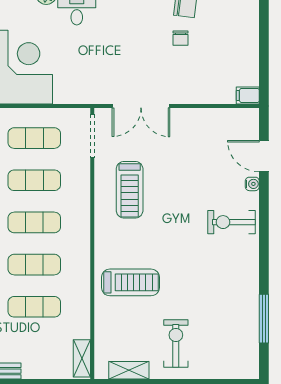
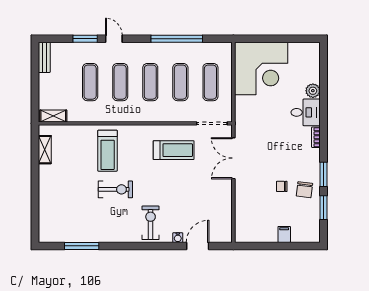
filing cabinet: (248, 95) -> (284, 234), moved
treadmill: (130, 190) -> (174, 150), turned 180
exercise bike: (176, 344) -> (115, 189), moved

